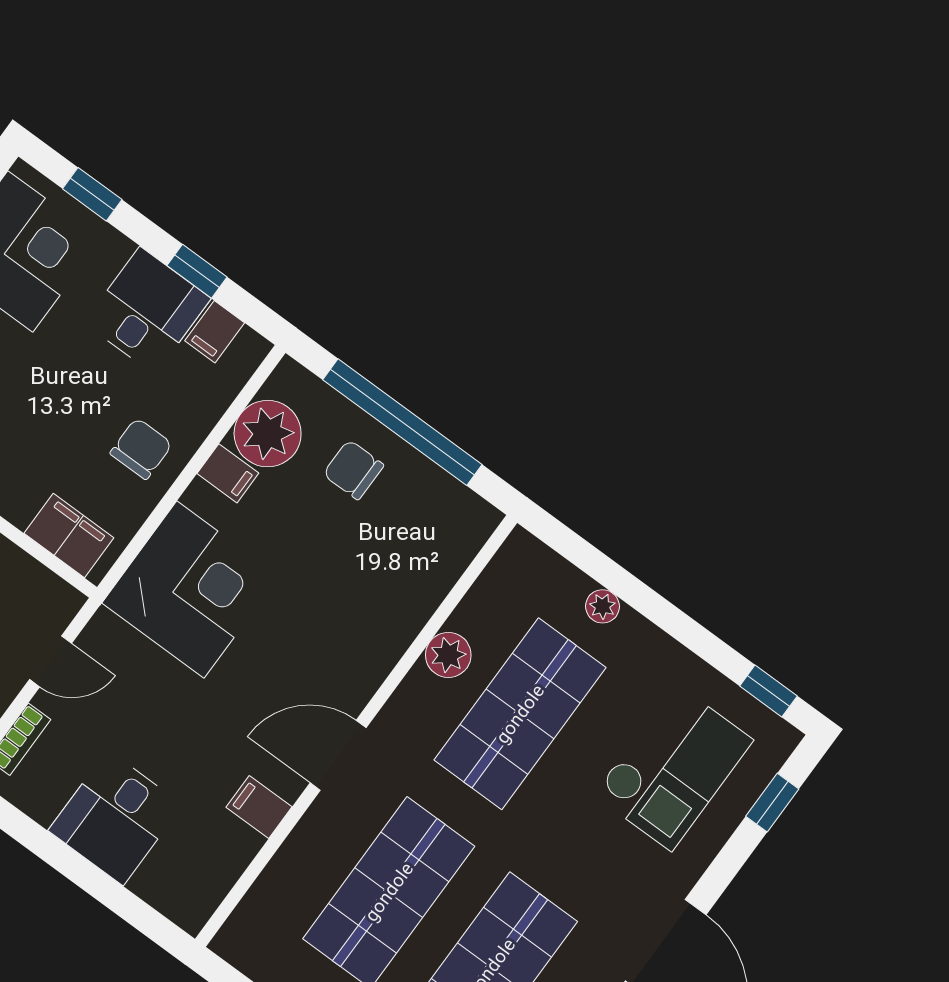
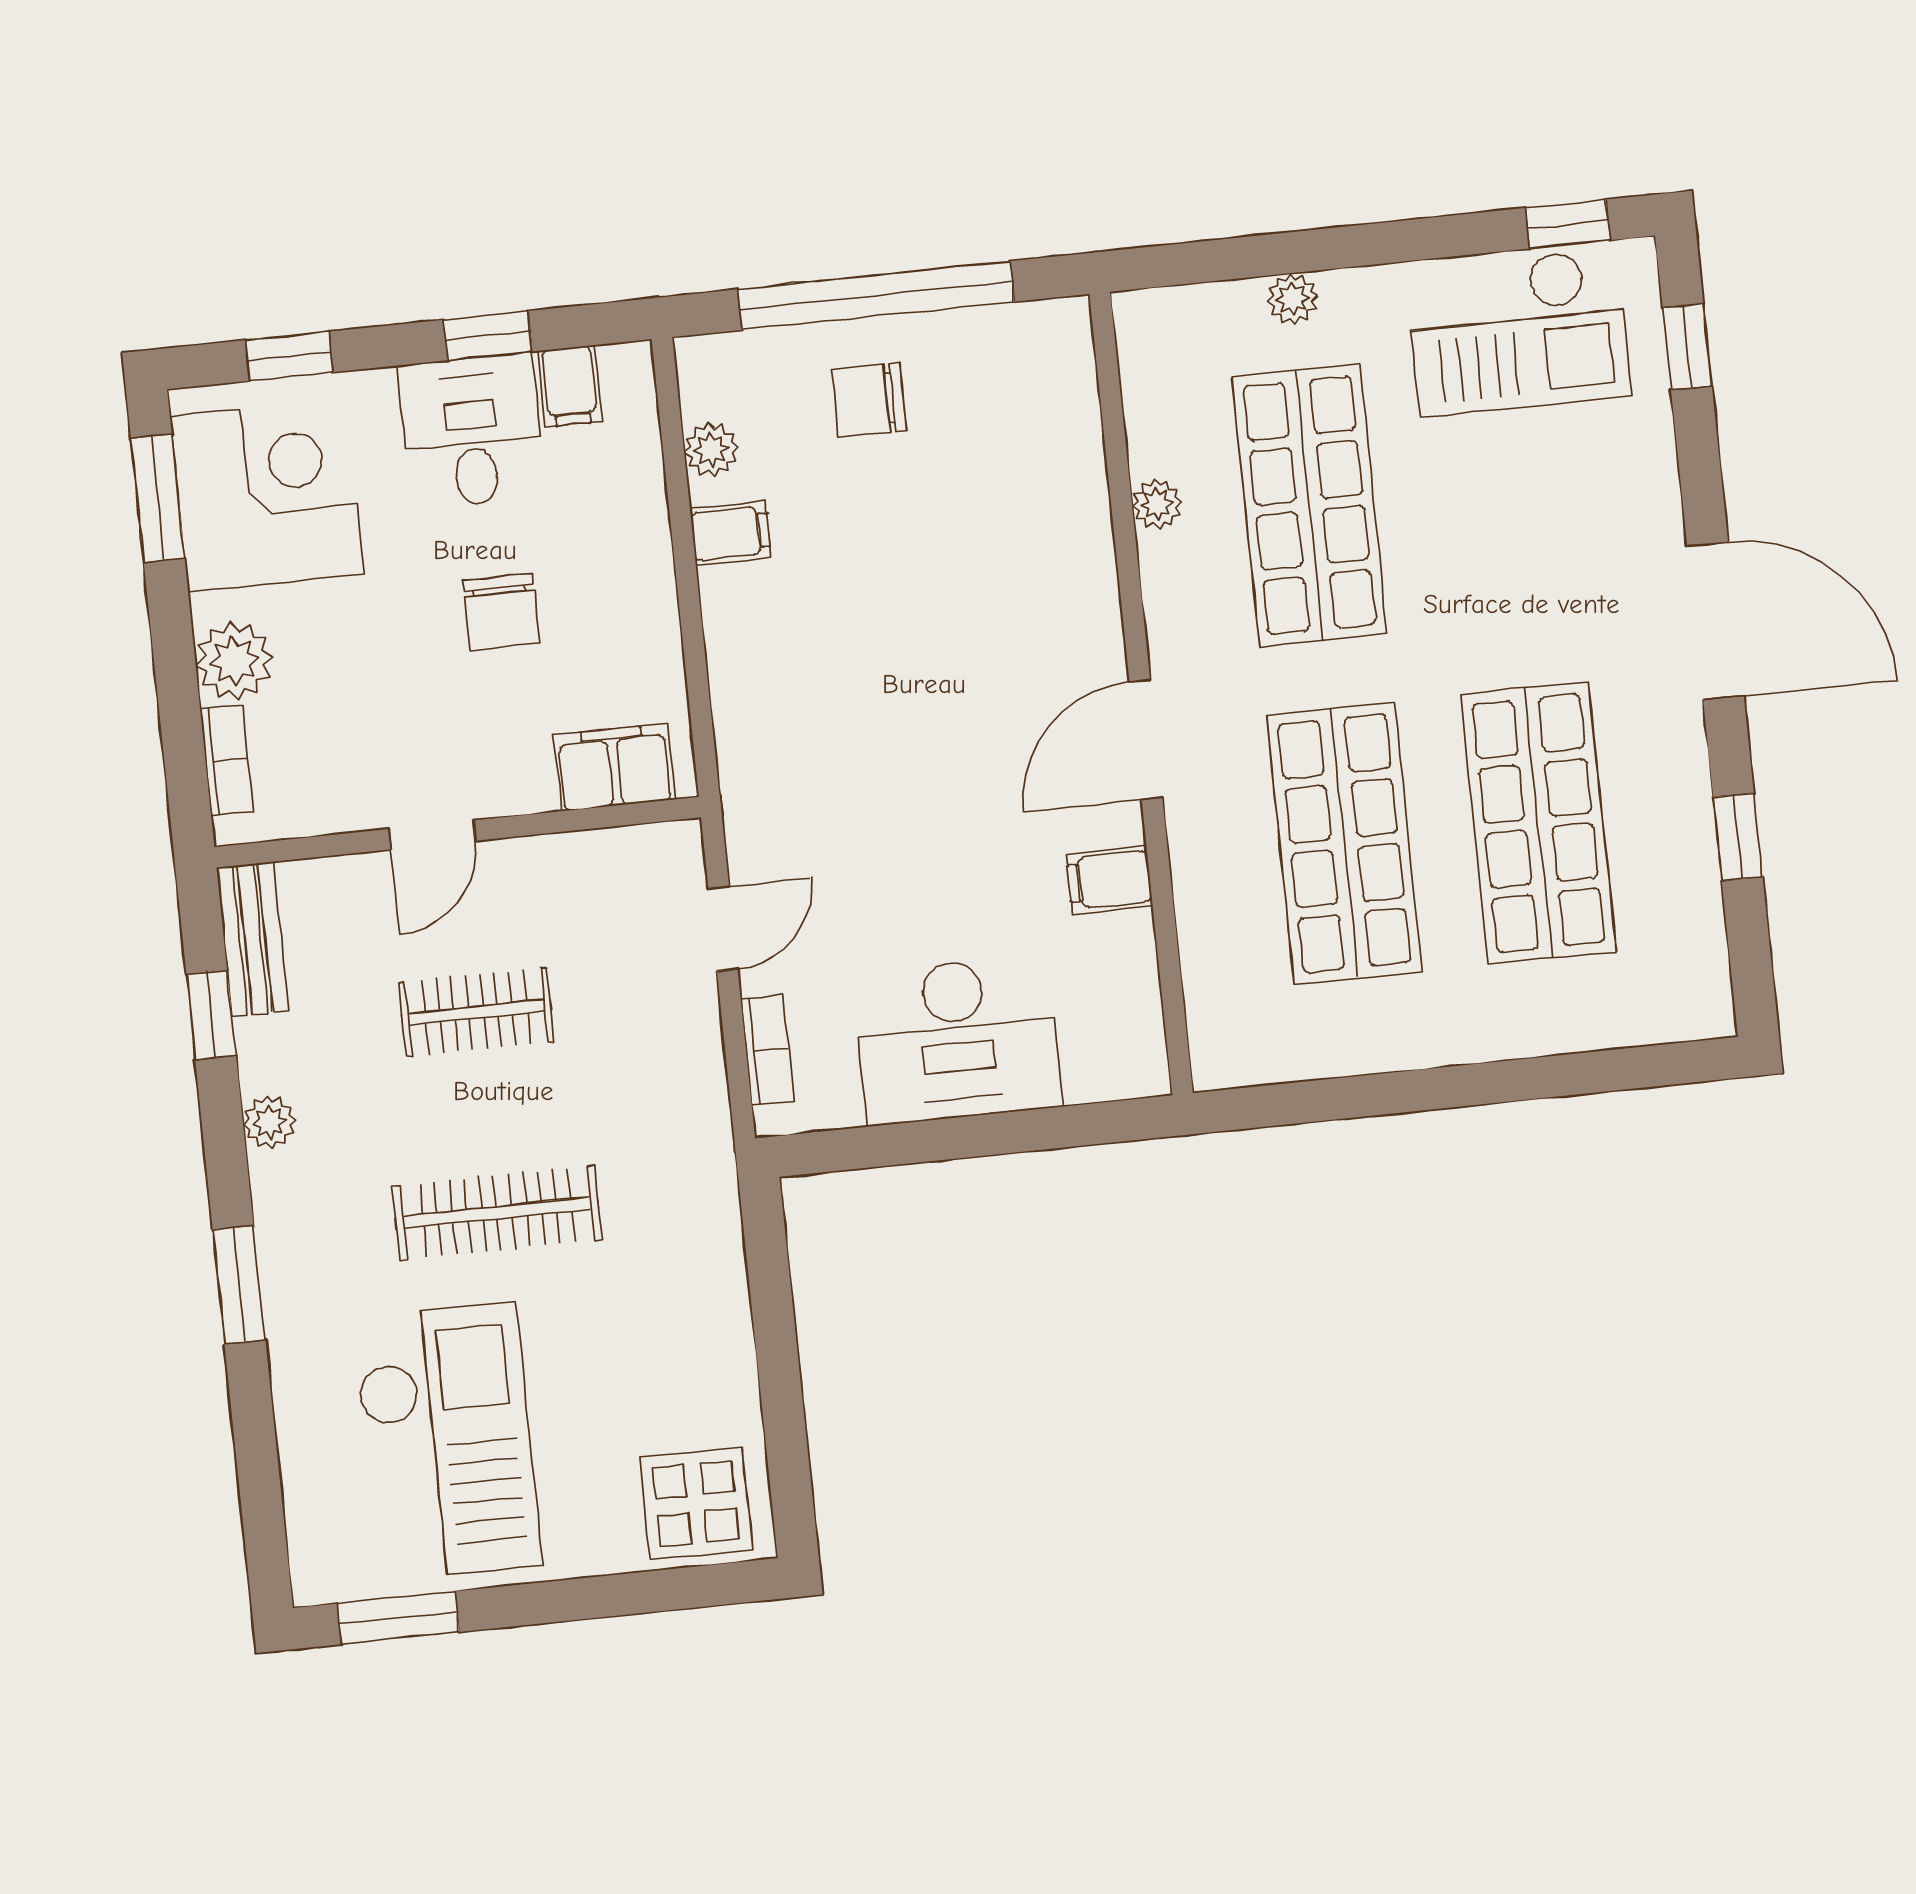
plant: (268, 434) -> (711, 450), width x0.53, depth x0.53
chair: (141, 449) -> (501, 612), moved, turned 180
corner desk: (190, 590) -> (808, 704), removed
plant: (448, 655) -> (1157, 504), width x0.73, depth x0.73
checkout: (673, 767) -> (1518, 332), moved, turned 90
desk: (115, 818) -> (957, 1040), width x1.37

